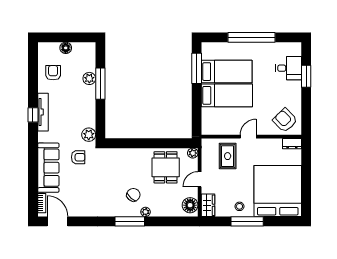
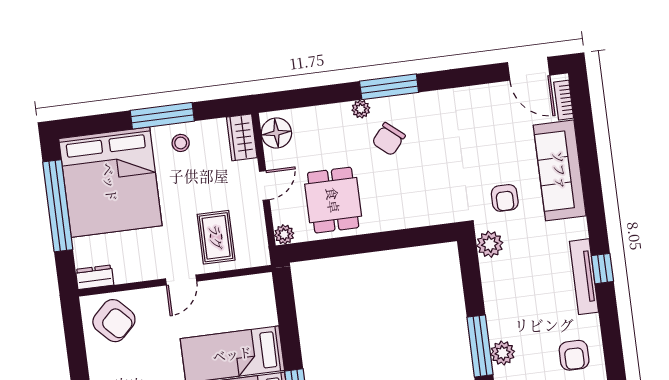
armchair: (78, 157) -> (505, 198), turned -90
window: (306, 182) -> (58, 206), added

